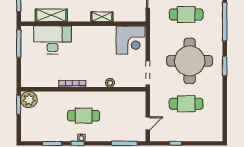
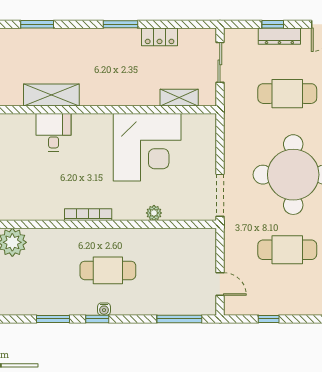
shelving: (102, 17) -> (179, 98), moved
desk: (53, 40) -> (54, 132), width x0.53, depth x0.77
corner desk: (131, 40) -> (147, 147), moved, width x1.36, depth x1.36
door: (148, 123) -> (220, 284), hinge flipped

